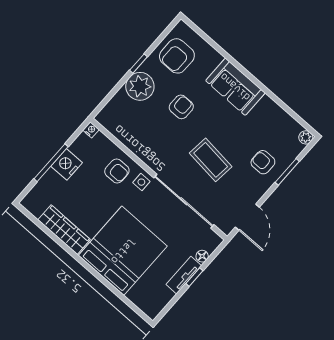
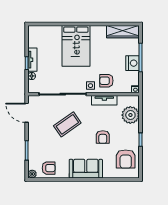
armchair: (177, 56) -> (126, 159), turned 180
plant: (140, 86) -> (130, 115), moved
tv unit: (140, 150) -> (104, 100), added
coffee table: (211, 160) -> (67, 124), turned -41
armchair: (263, 162) -> (49, 168), moved
wardrobe: (64, 230) -> (123, 32), moved
bed: (123, 251) -> (76, 46), width x0.73

